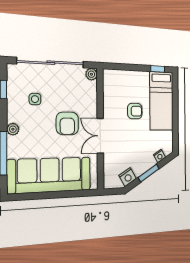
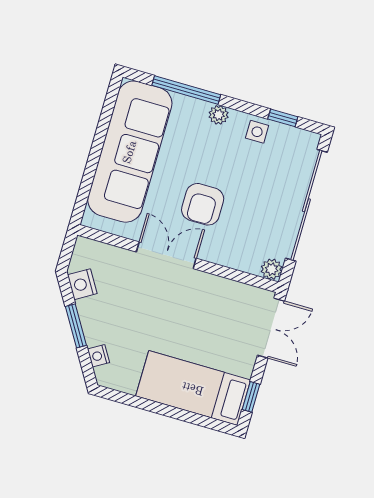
double door: (122, 67) -> (271, 328), added
side table: (35, 99) -> (257, 132), moved
armchair: (135, 111) -> (190, 331), removed
armchair: (67, 123) -> (203, 204), turned -90

